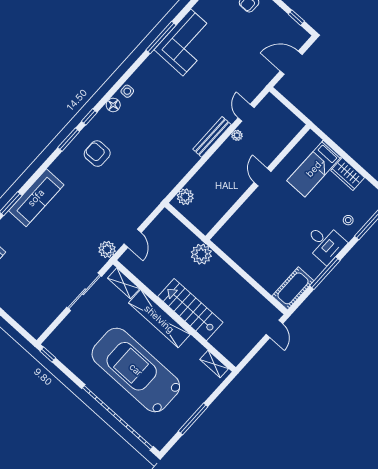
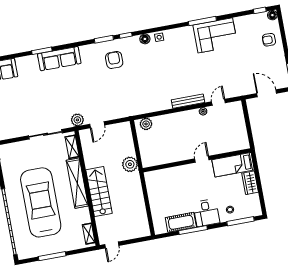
door: (263, 177) -> (202, 159), moved
wall: (258, 182) -> (197, 160), moved
cot: (293, 288) -> (181, 222), moved
door: (274, 329) -> (112, 245), moved

